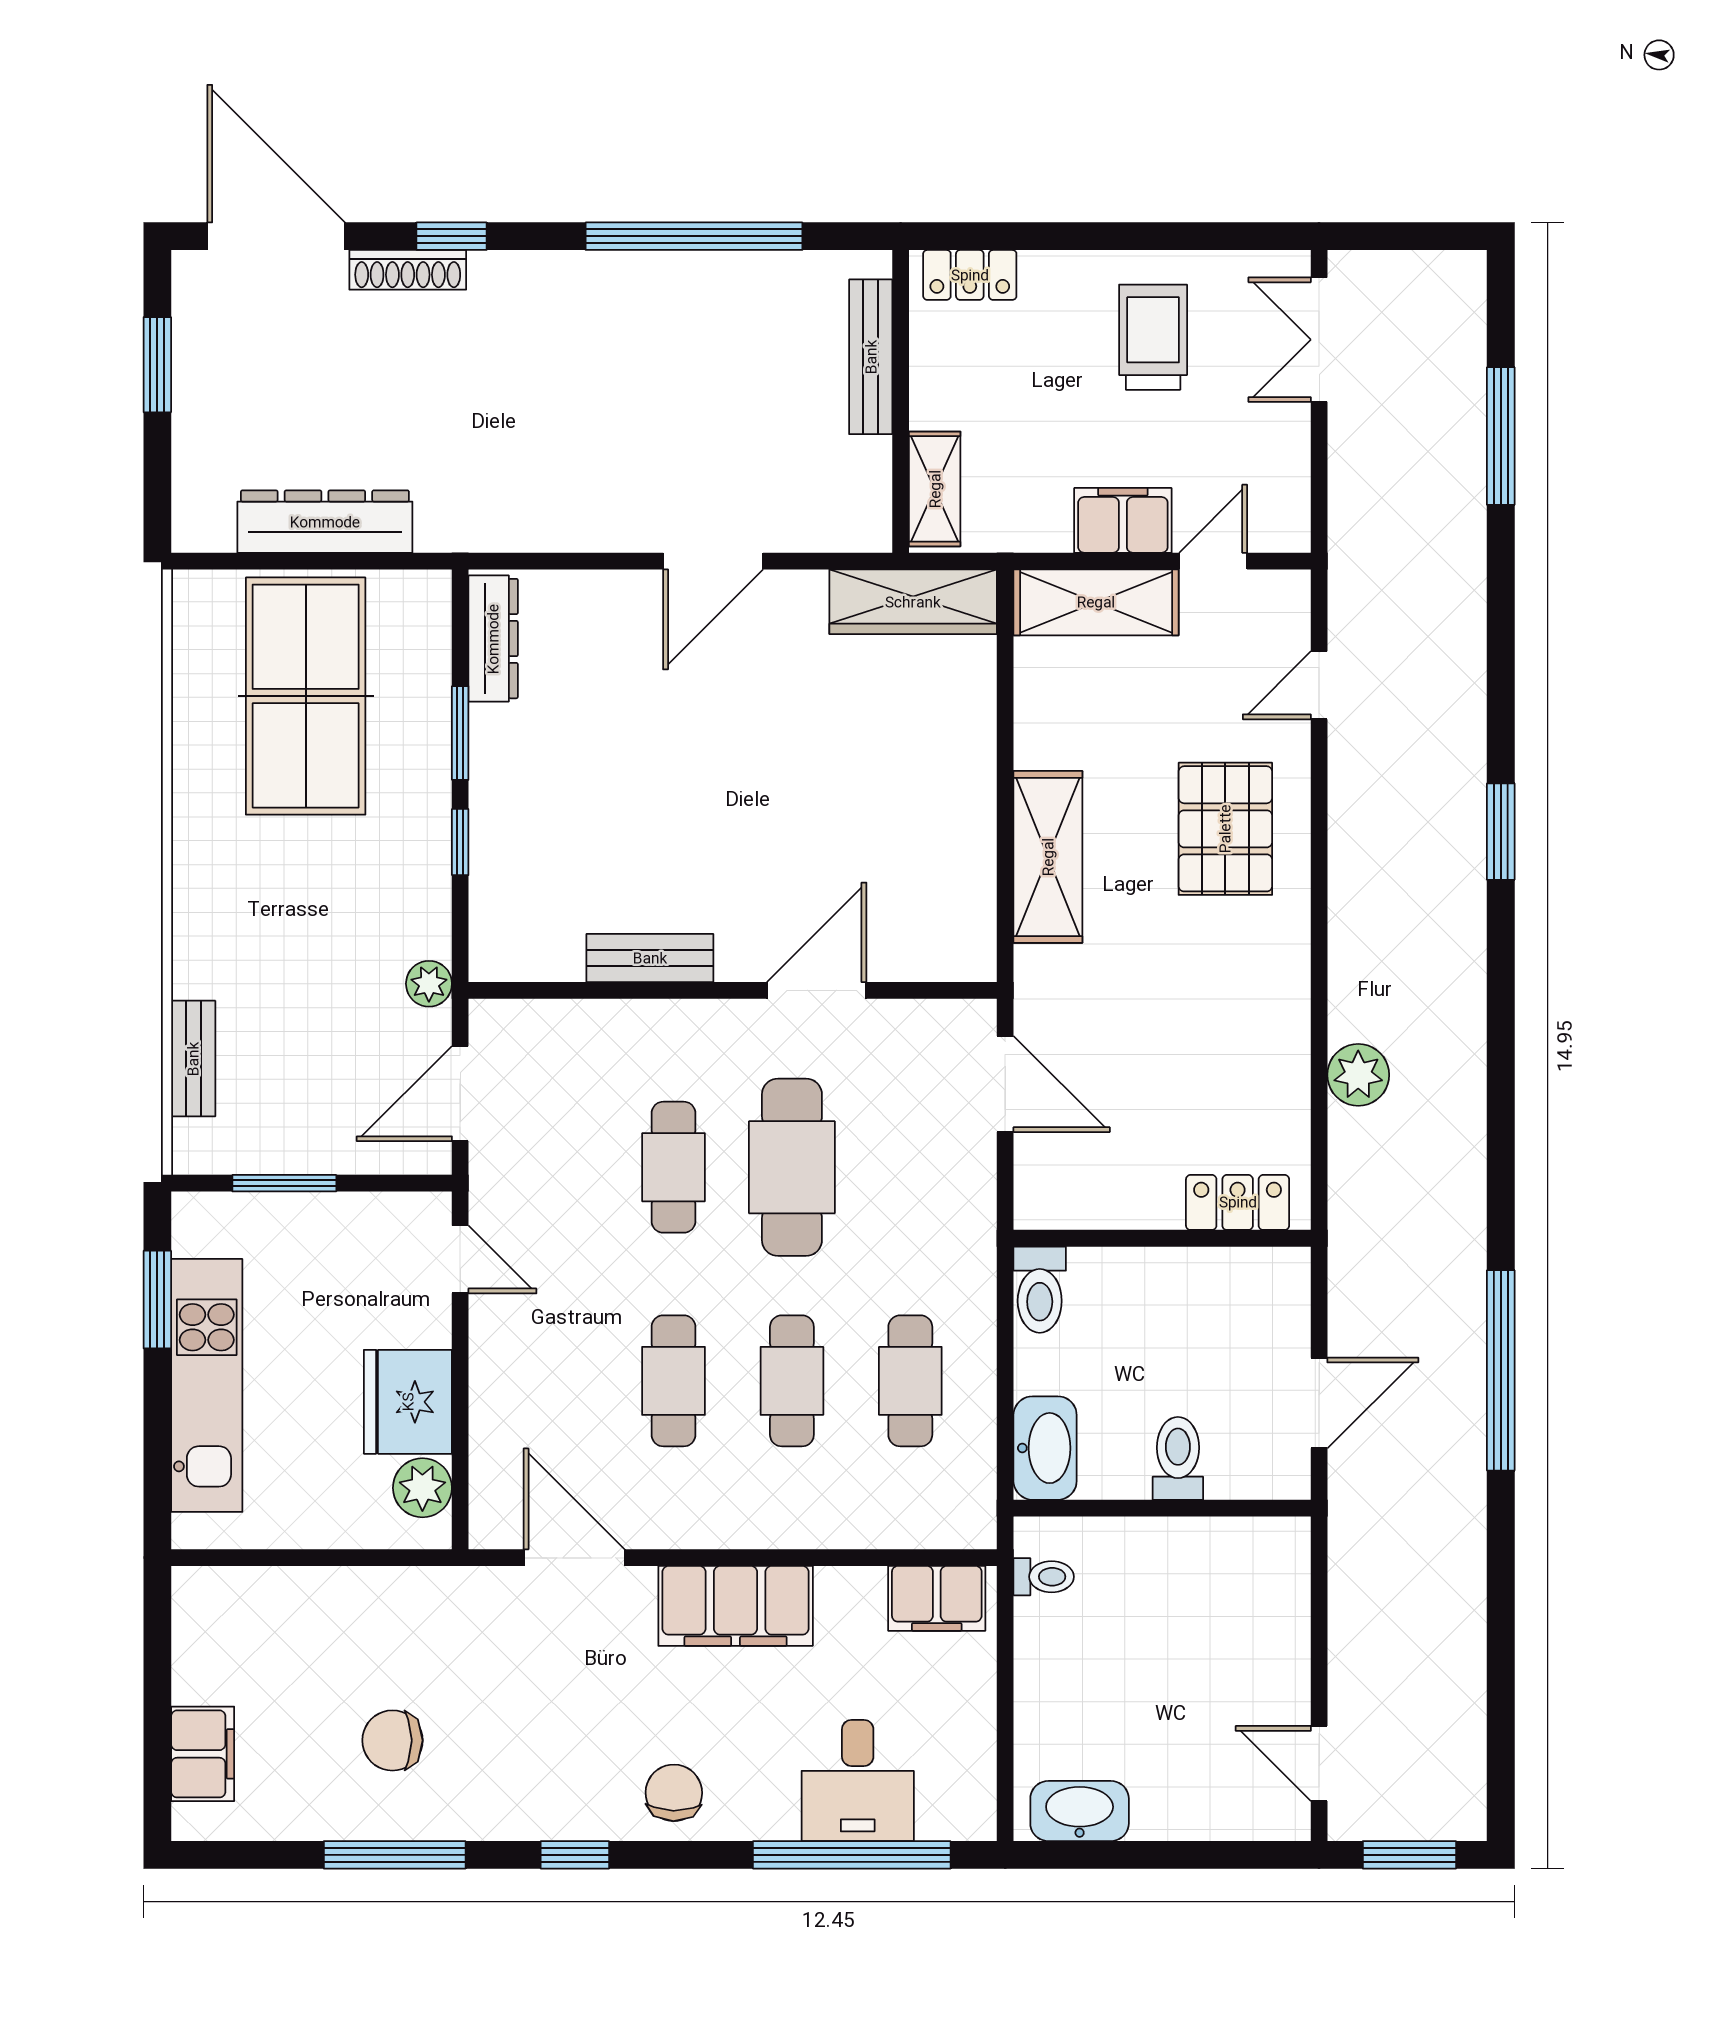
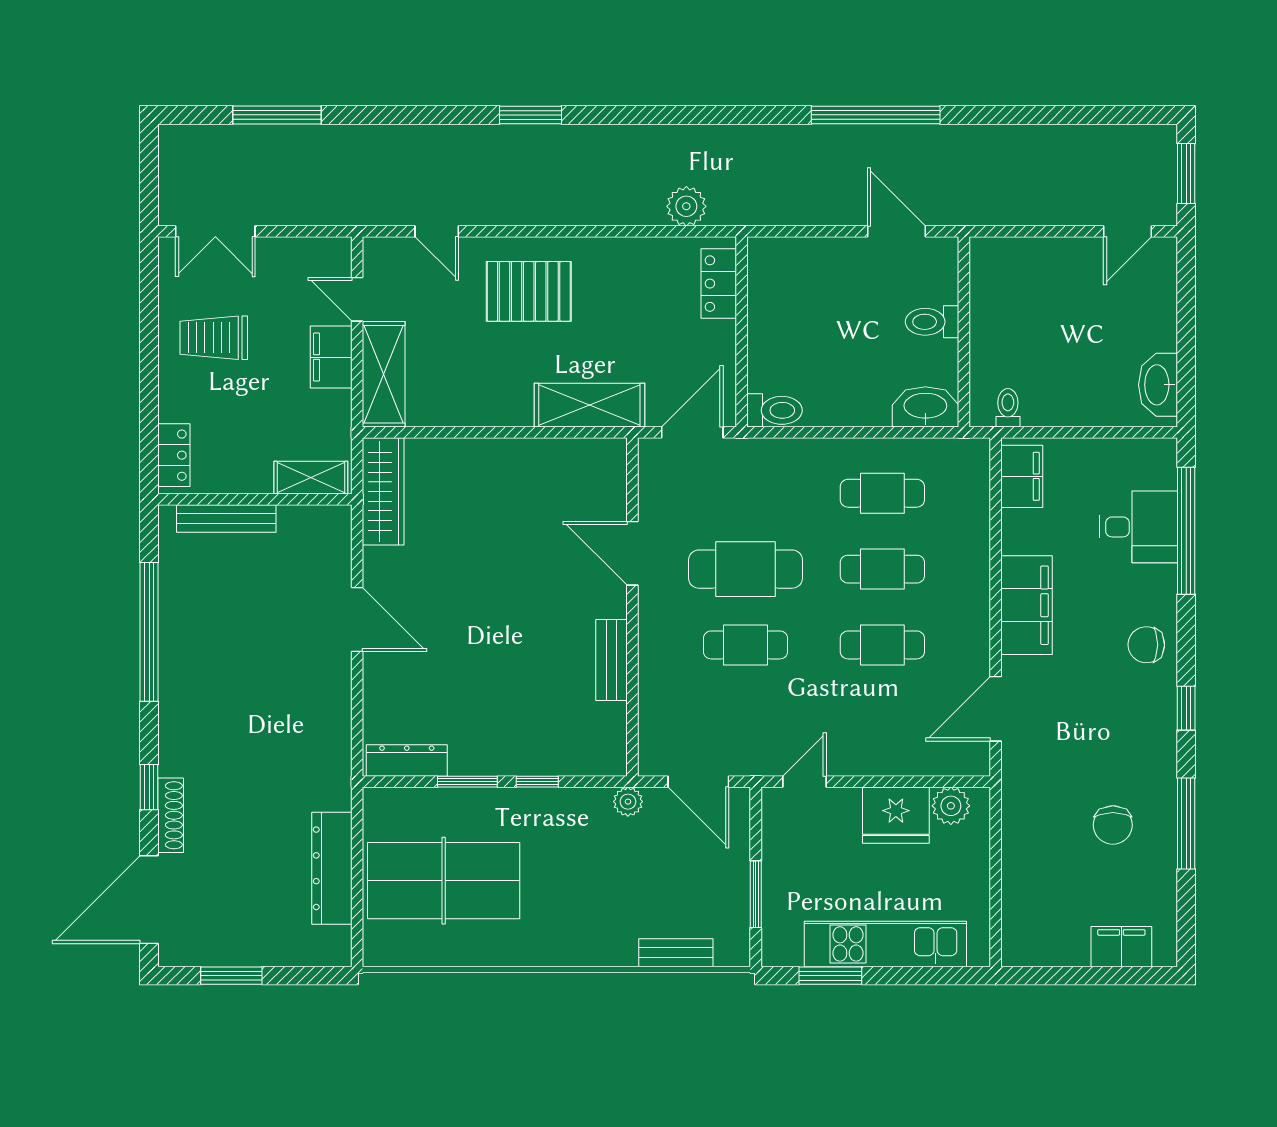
shelving: (1048, 857) -> (589, 405), moved
locker: (1238, 1202) -> (719, 284), moved
wall: (1162, 1238) -> (742, 332), moved
toilet: (1040, 1290) -> (775, 410), moved

